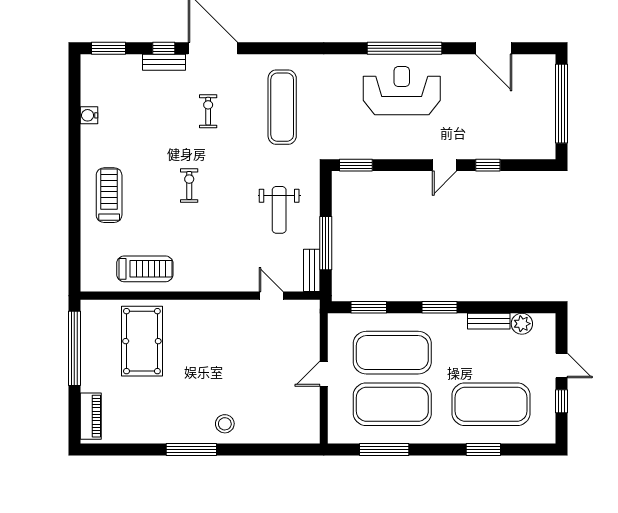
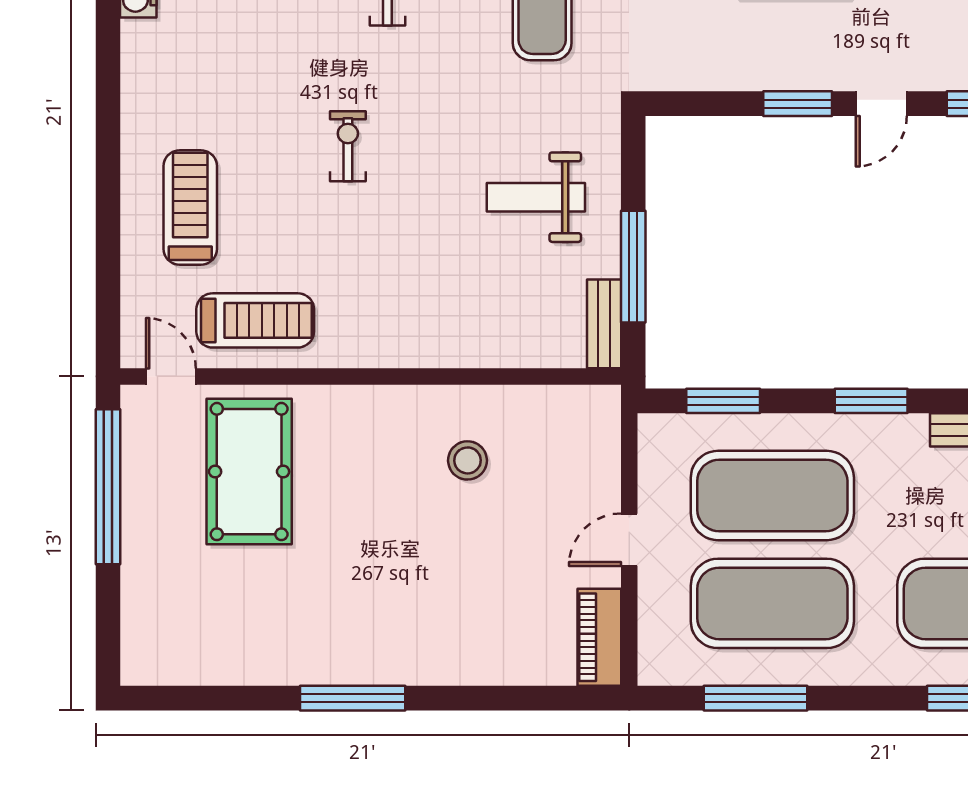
window: (356, 165) -> (798, 104), moved
treadmill: (109, 195) -> (190, 208), moved
weight bench: (279, 210) -> (536, 197), turned 90
door: (271, 296) -> (171, 376), moved
piano: (91, 416) -> (599, 637), moved, turned 180
stool: (225, 424) -> (468, 460), moved

